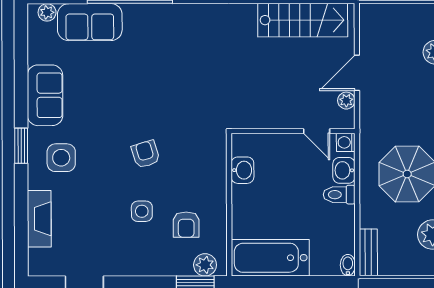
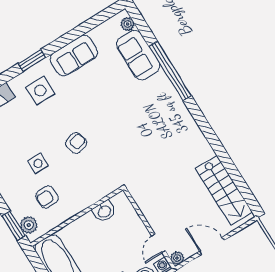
plant: (346, 101) -> (177, 258), moved

